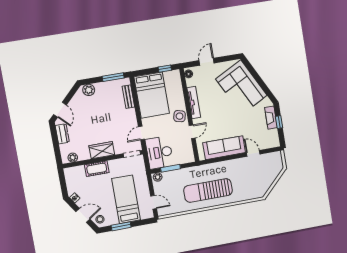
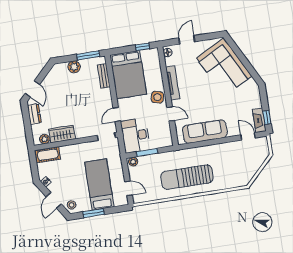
plant: (89, 90) -> (74, 67), moved
fireplace: (271, 118) -> (259, 120), moved
window: (279, 122) -> (267, 117), moved
door: (192, 132) -> (171, 114), hinge flipped
wardrobe: (102, 150) -> (62, 134), moved
door: (253, 153) -> (248, 136), moved
cot: (97, 169) -> (48, 155), moved
door: (83, 215) -> (54, 200), swing flipped

